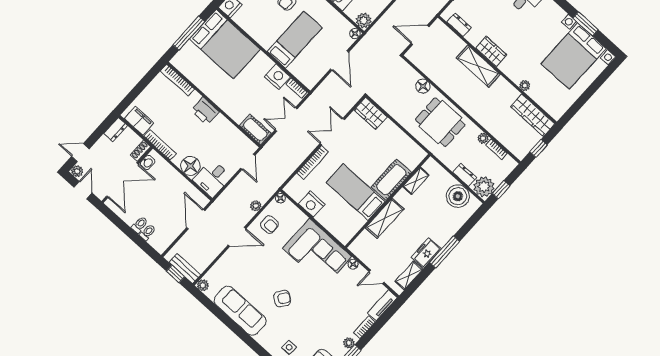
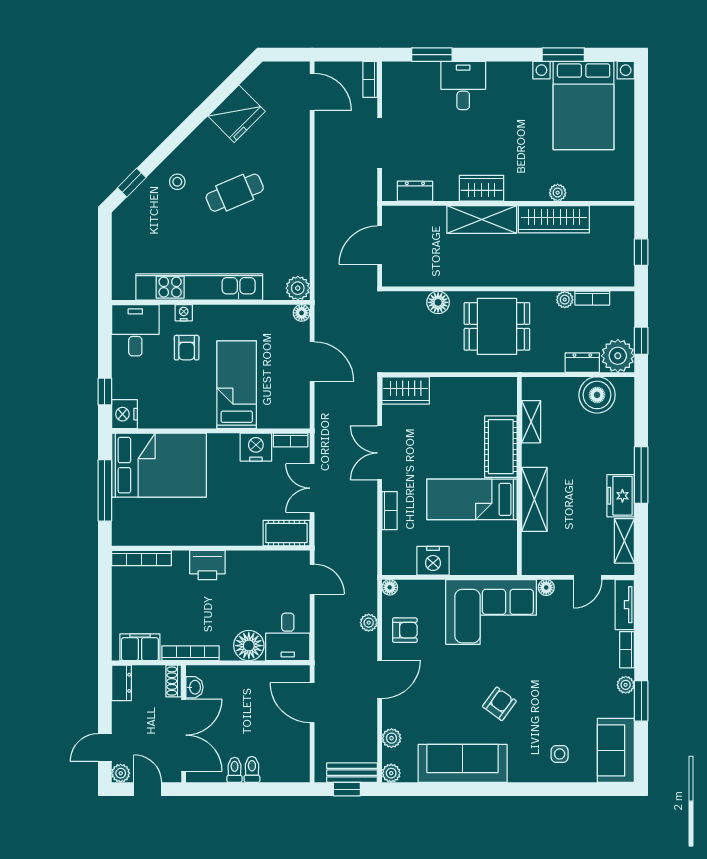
wardrobe: (533, 115) -> (554, 219), moved
bookcase: (313, 163) -> (390, 511), width x0.64
toilet: (148, 232) -> (235, 770), moved
plant: (218, 269) -> (391, 738), added

